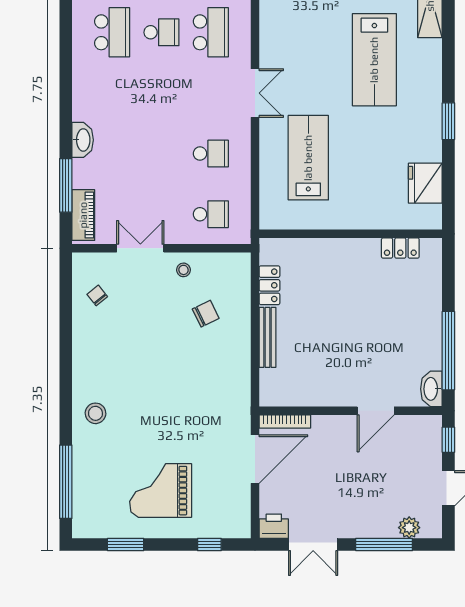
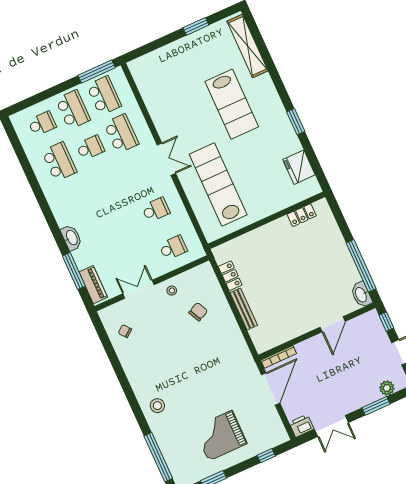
lab bench: (308, 158) -> (218, 185), width x1.36
window: (384, 545) -> (376, 406), width x0.69

